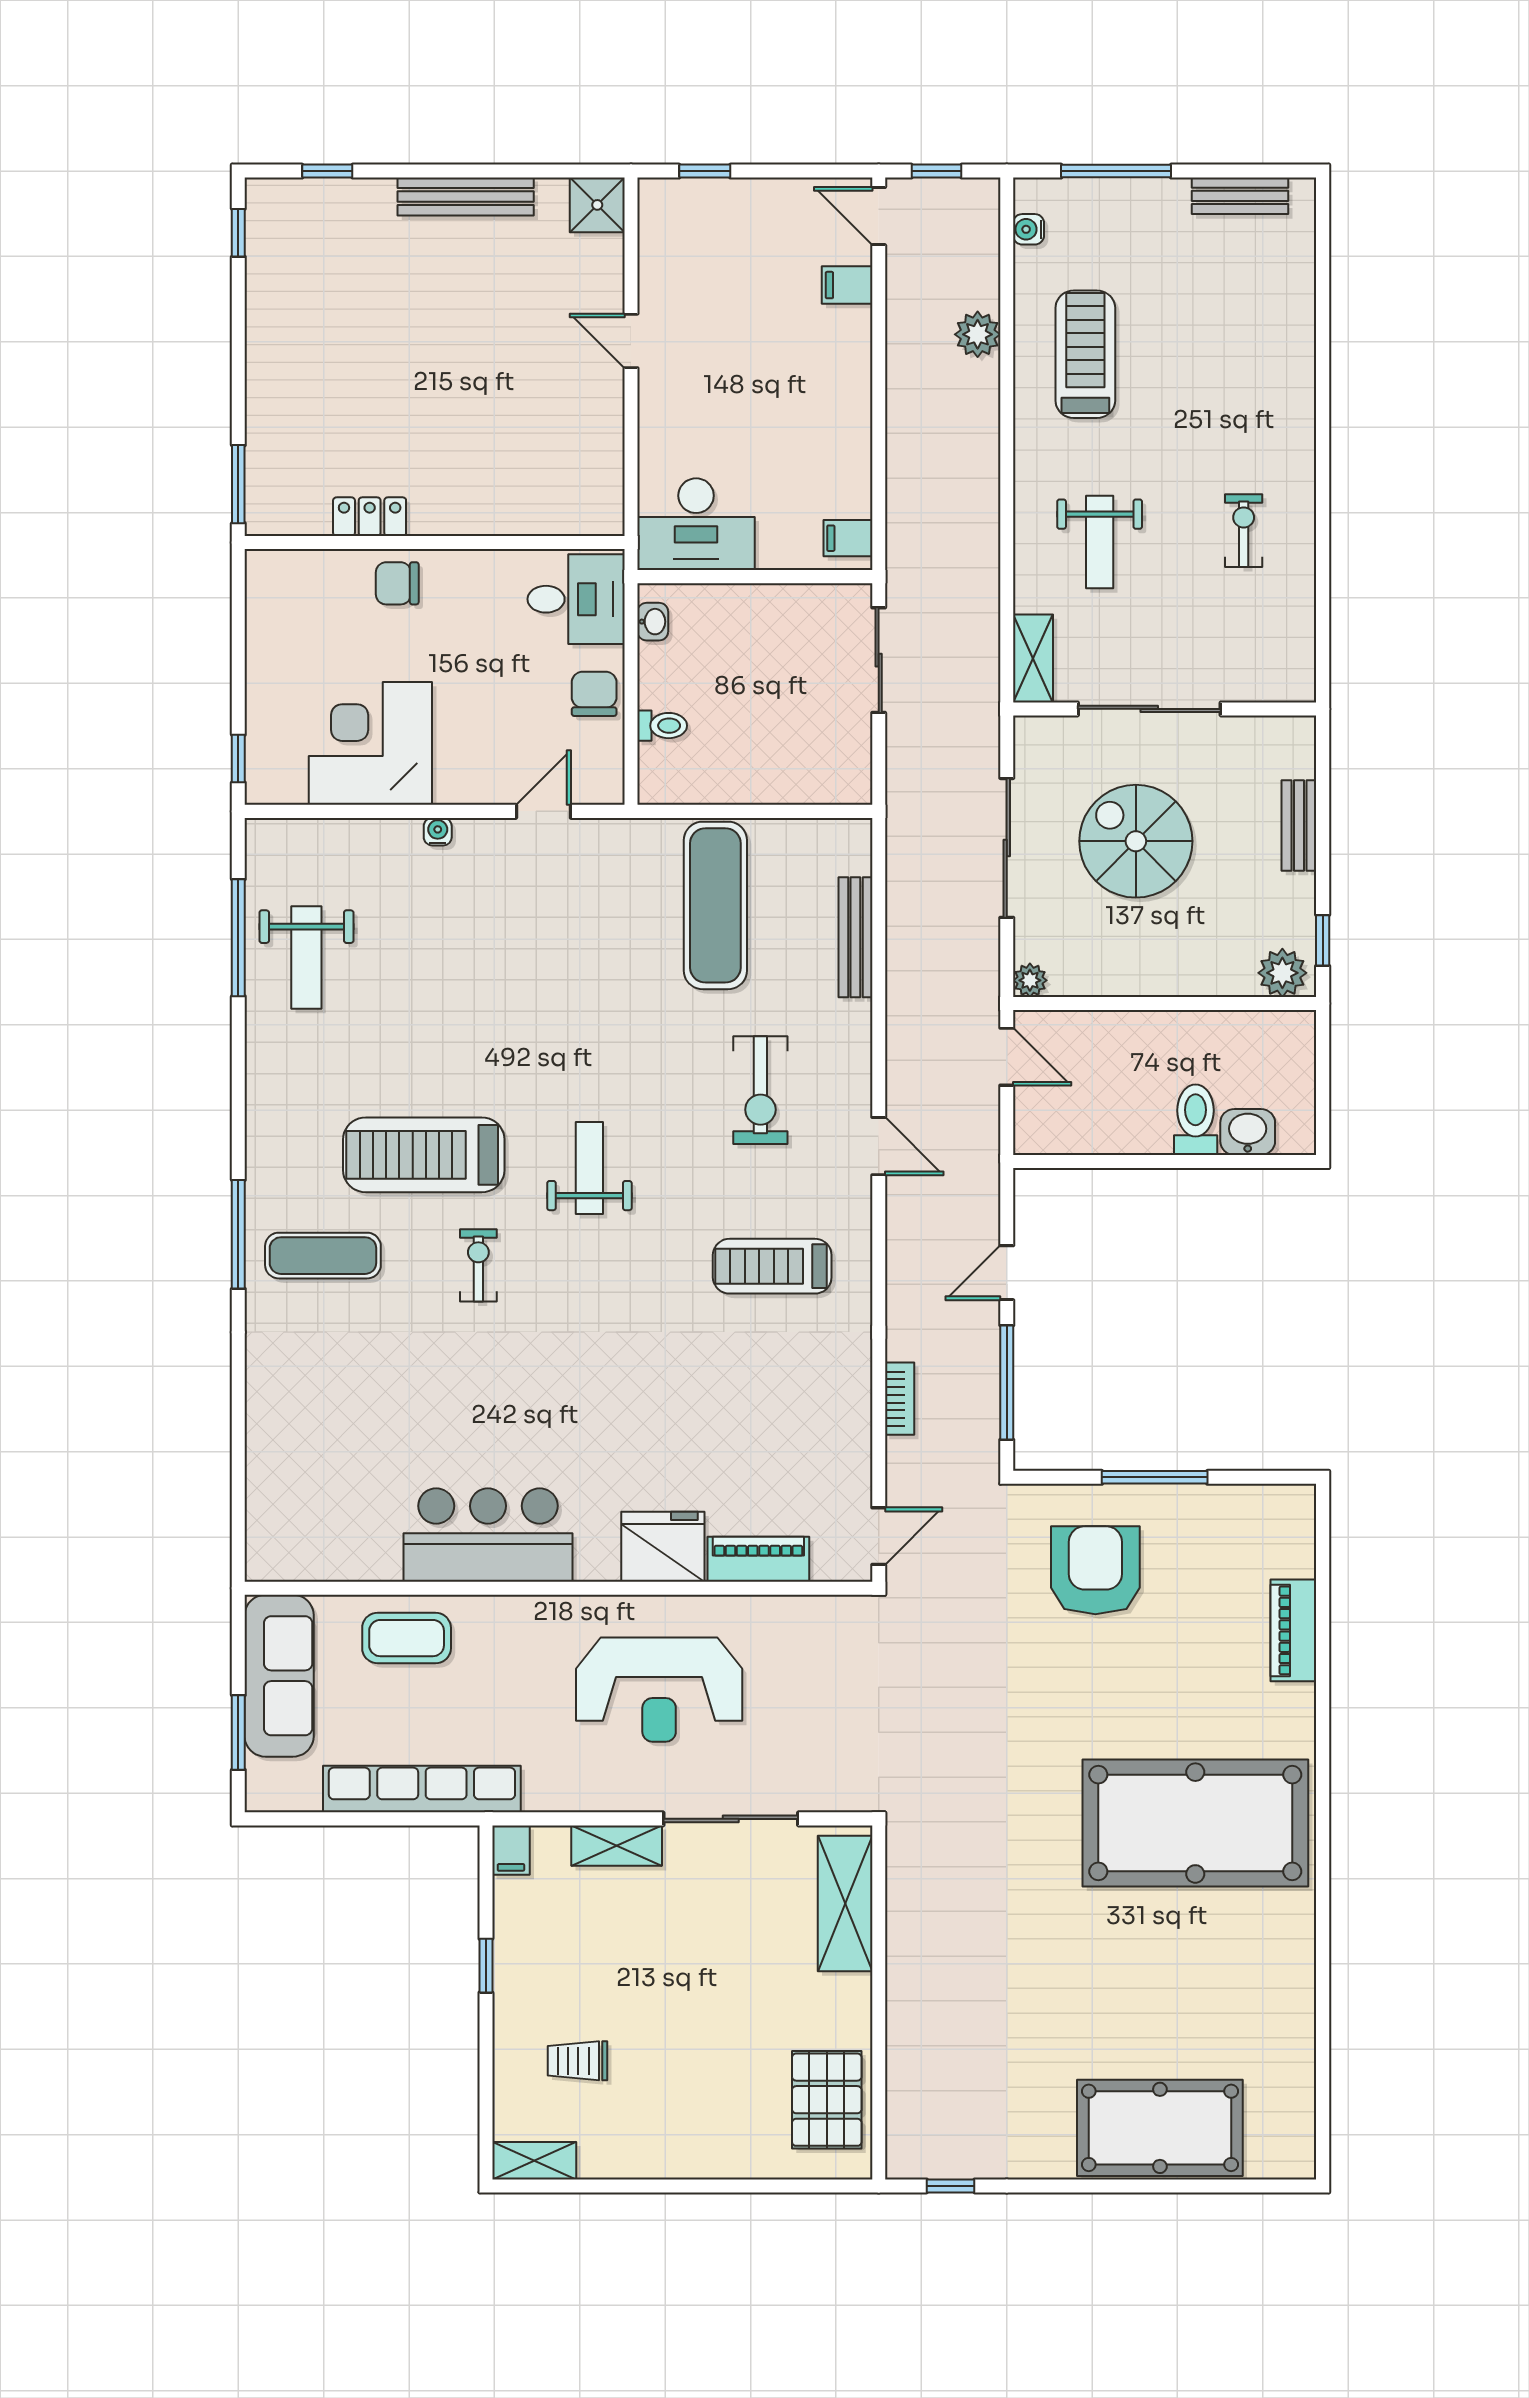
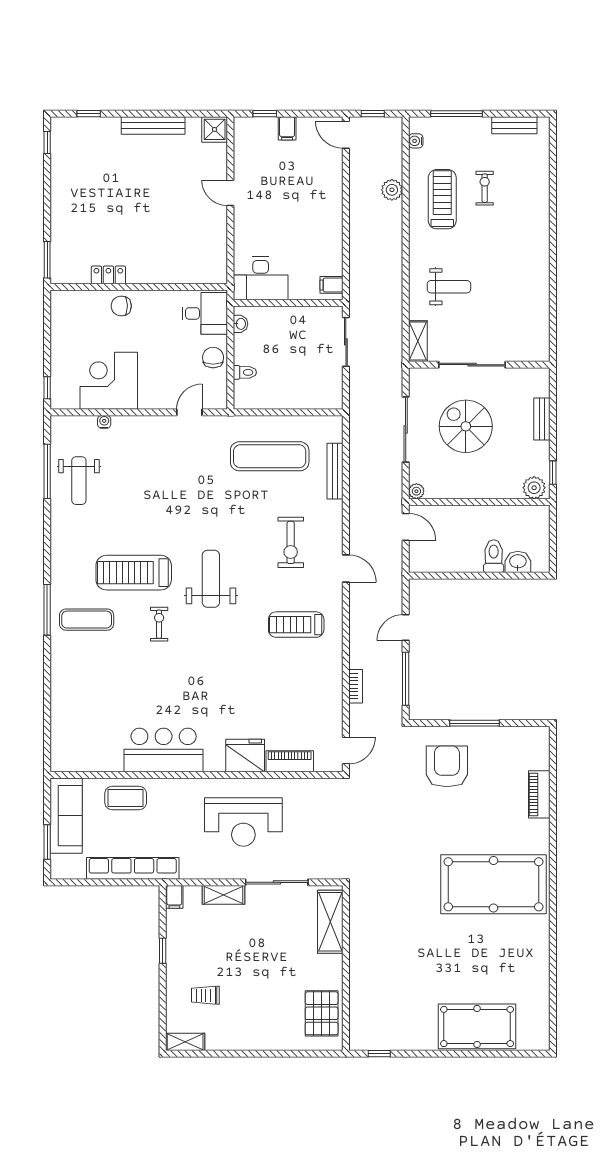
filing cabinet: (847, 285) -> (287, 128), moved, turned -90
exercise bike: (1244, 531) -> (485, 188), moved
weight bench: (1100, 542) -> (449, 287), turned -90
water cooler: (438, 832) -> (104, 422), moved
exercise mat: (715, 905) -> (270, 456), turned 90
weight bench: (589, 1168) -> (211, 579), width x1.36, depth x1.33

